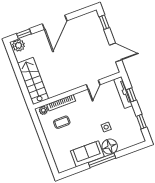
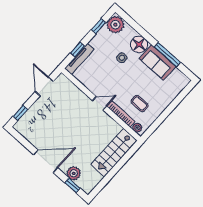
plant: (18, 45) -> (74, 173), moved
door: (93, 85) -> (100, 103), moved
plant: (136, 136) -> (115, 25), added
window: (102, 160) -> (167, 55), moved

